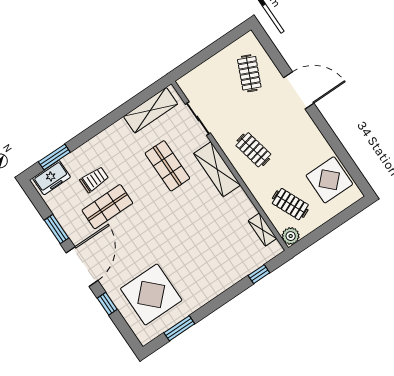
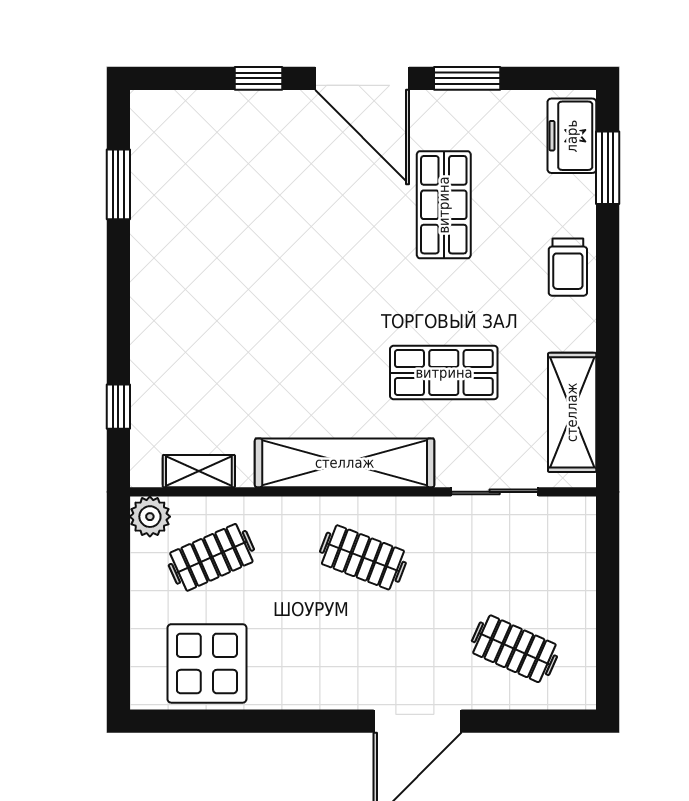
clothes rail: (253, 150) -> (363, 557), turned 33
shelving: (217, 169) -> (345, 463), width x1.47
trolley: (94, 179) -> (568, 267), moved
display table: (151, 294) -> (219, 174), removed

